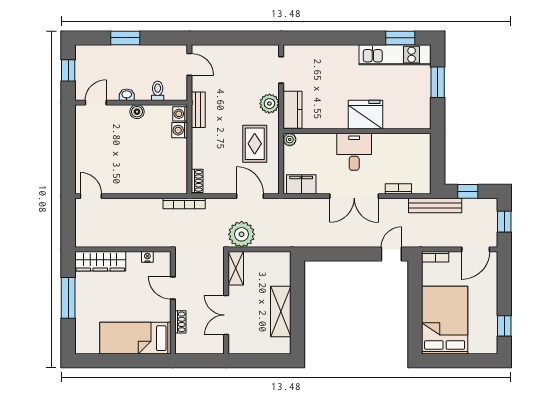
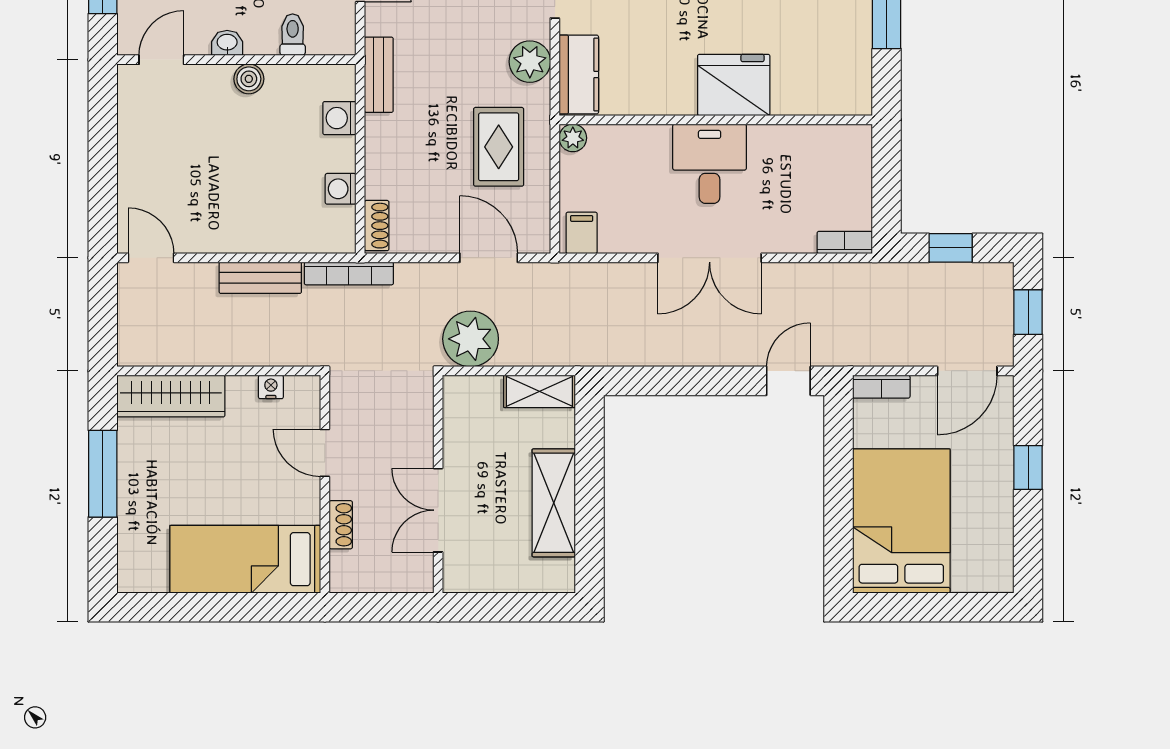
washing machine: (180, 114) -> (341, 189), moved
filing cabinet: (301, 184) -> (582, 233), width x0.50
bookcase: (398, 189) -> (845, 242), moved
bench: (435, 205) -> (260, 278), moved, width x0.73
shelving: (236, 268) -> (539, 391), moved, turned 90
window: (504, 326) -> (1028, 468), moved

